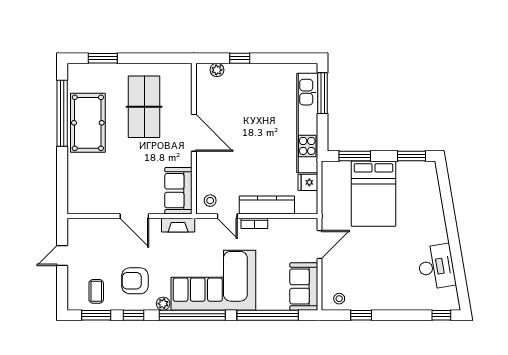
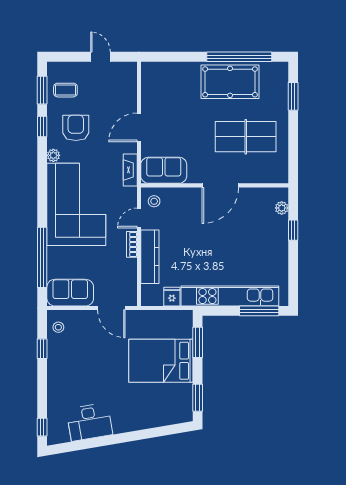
window: (192, 315) -> (42, 184), removed

